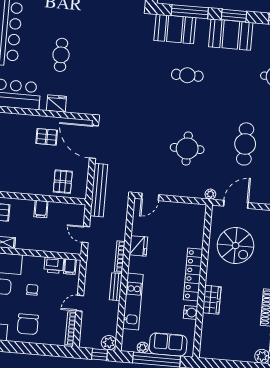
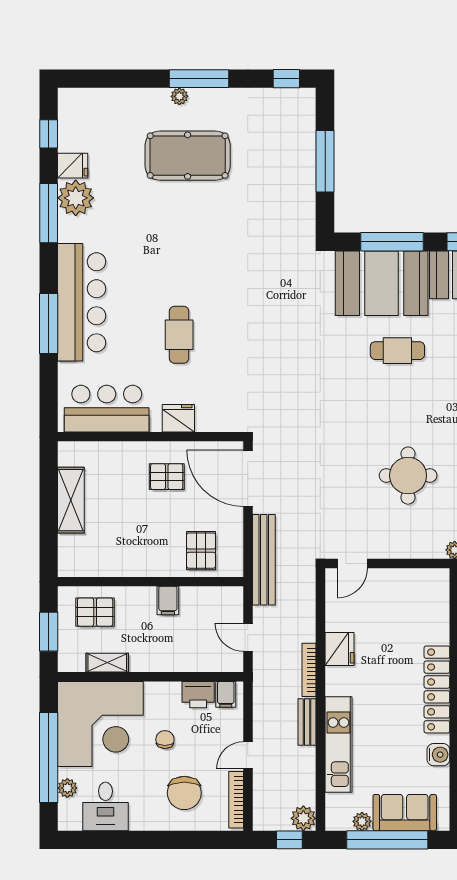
booth: (175, 29) -> (382, 283), width x1.36, depth x1.42
chair: (28, 324) -> (184, 793), moved

